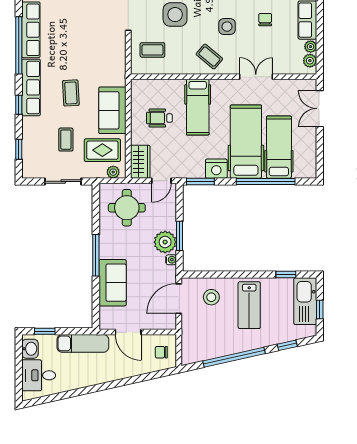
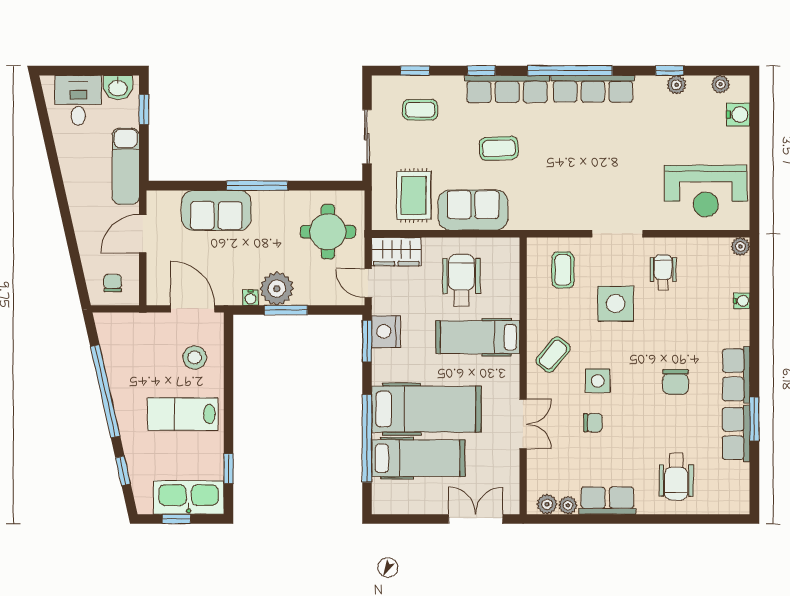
chair: (265, 20) -> (593, 423), moved
wheelchair: (159, 118) -> (461, 280), width x1.36, depth x1.37
coffee table: (66, 140) -> (420, 110), moved
nightstand: (216, 169) -> (386, 332), moved
plant: (113, 172) -> (381, 211), removed

